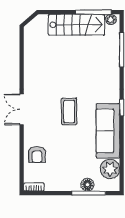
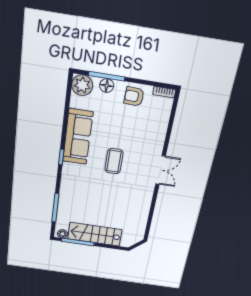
armchair: (37, 154) -> (134, 96), moved, turned -88
plant: (110, 169) -> (82, 85), moved

